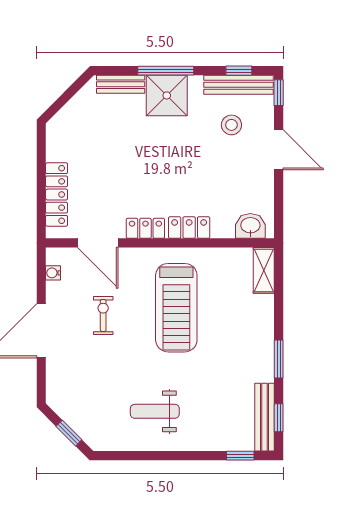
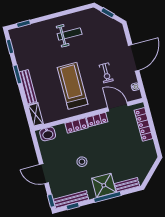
stool: (231, 125) -> (82, 162), moved
bench: (265, 417) -> (28, 87), moved

